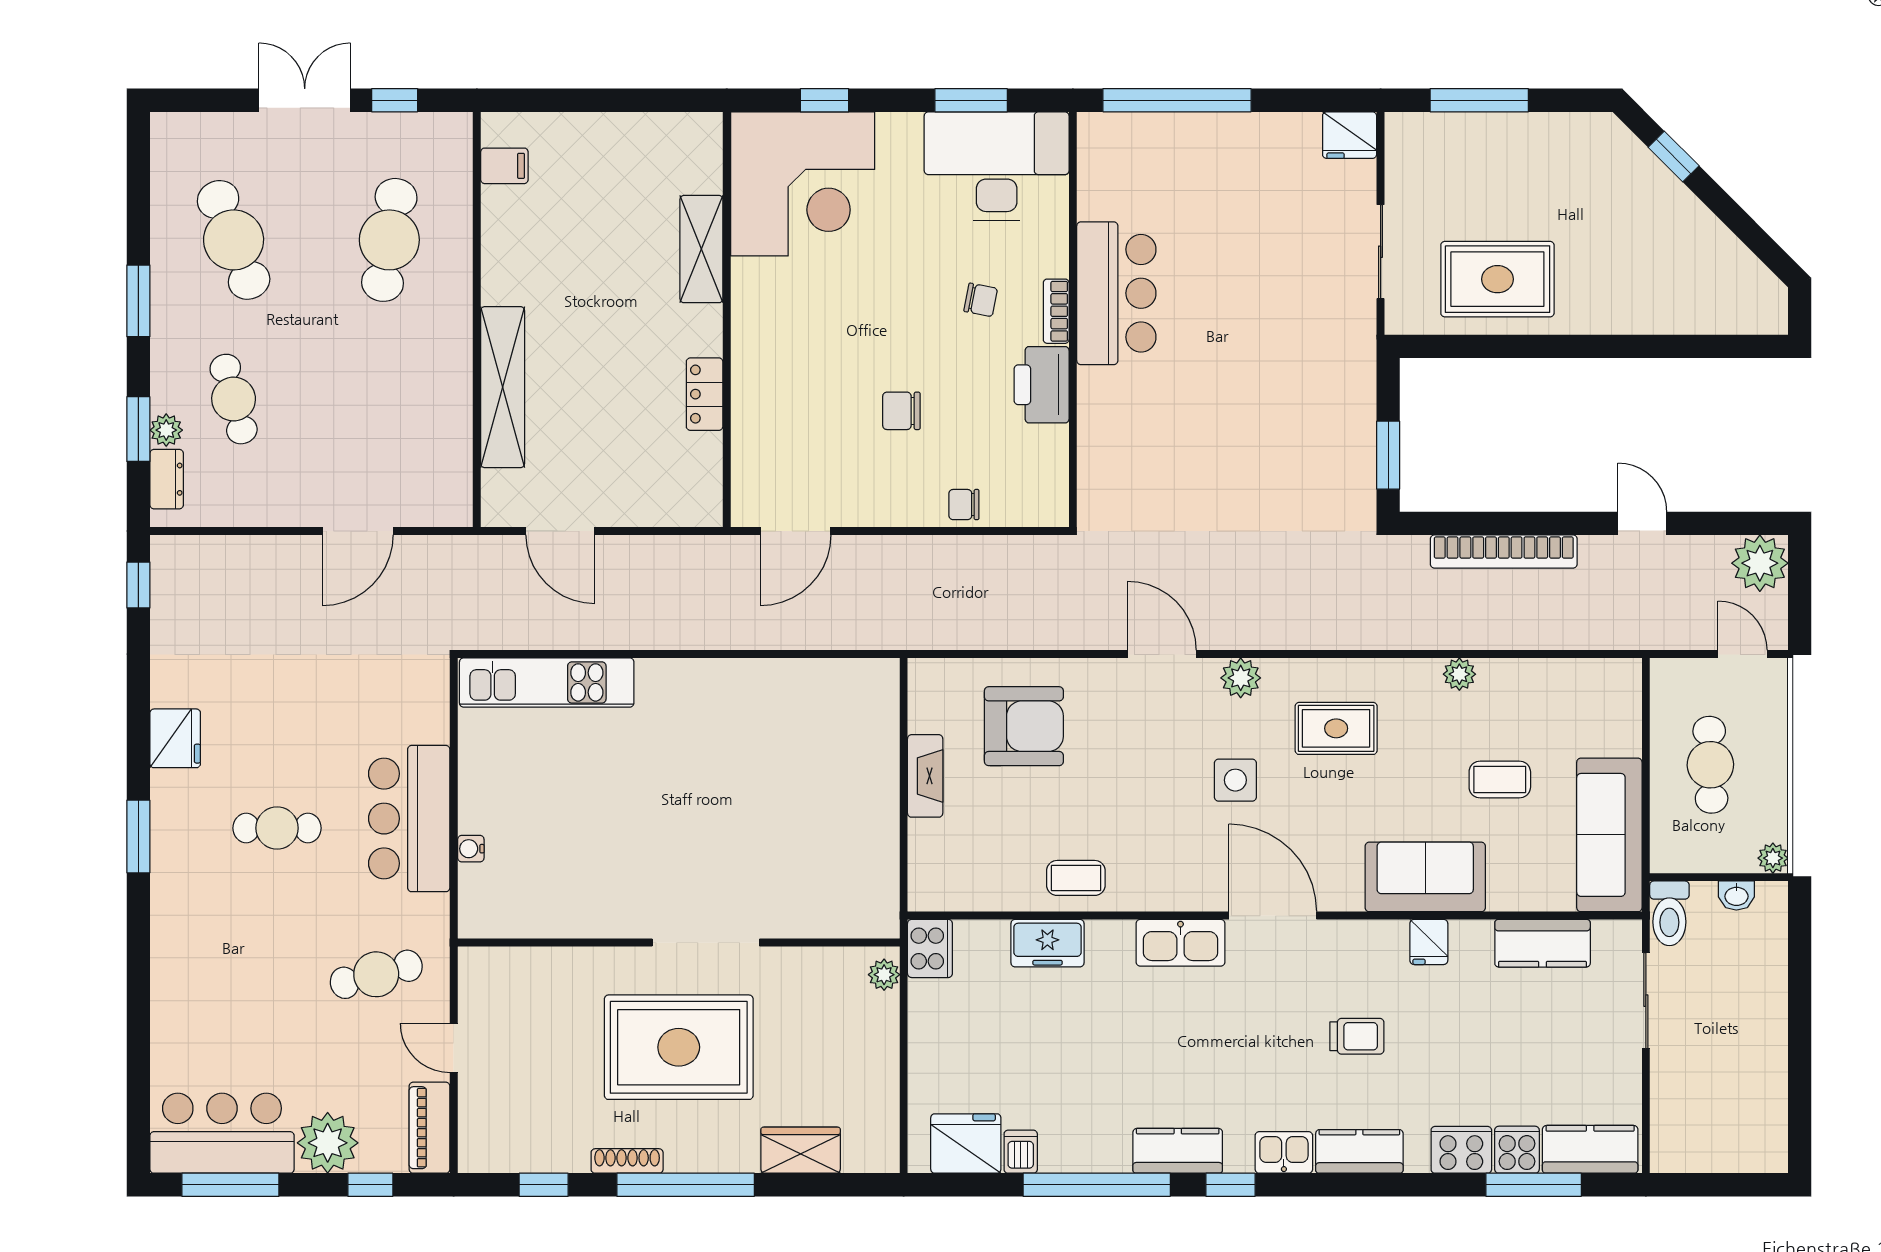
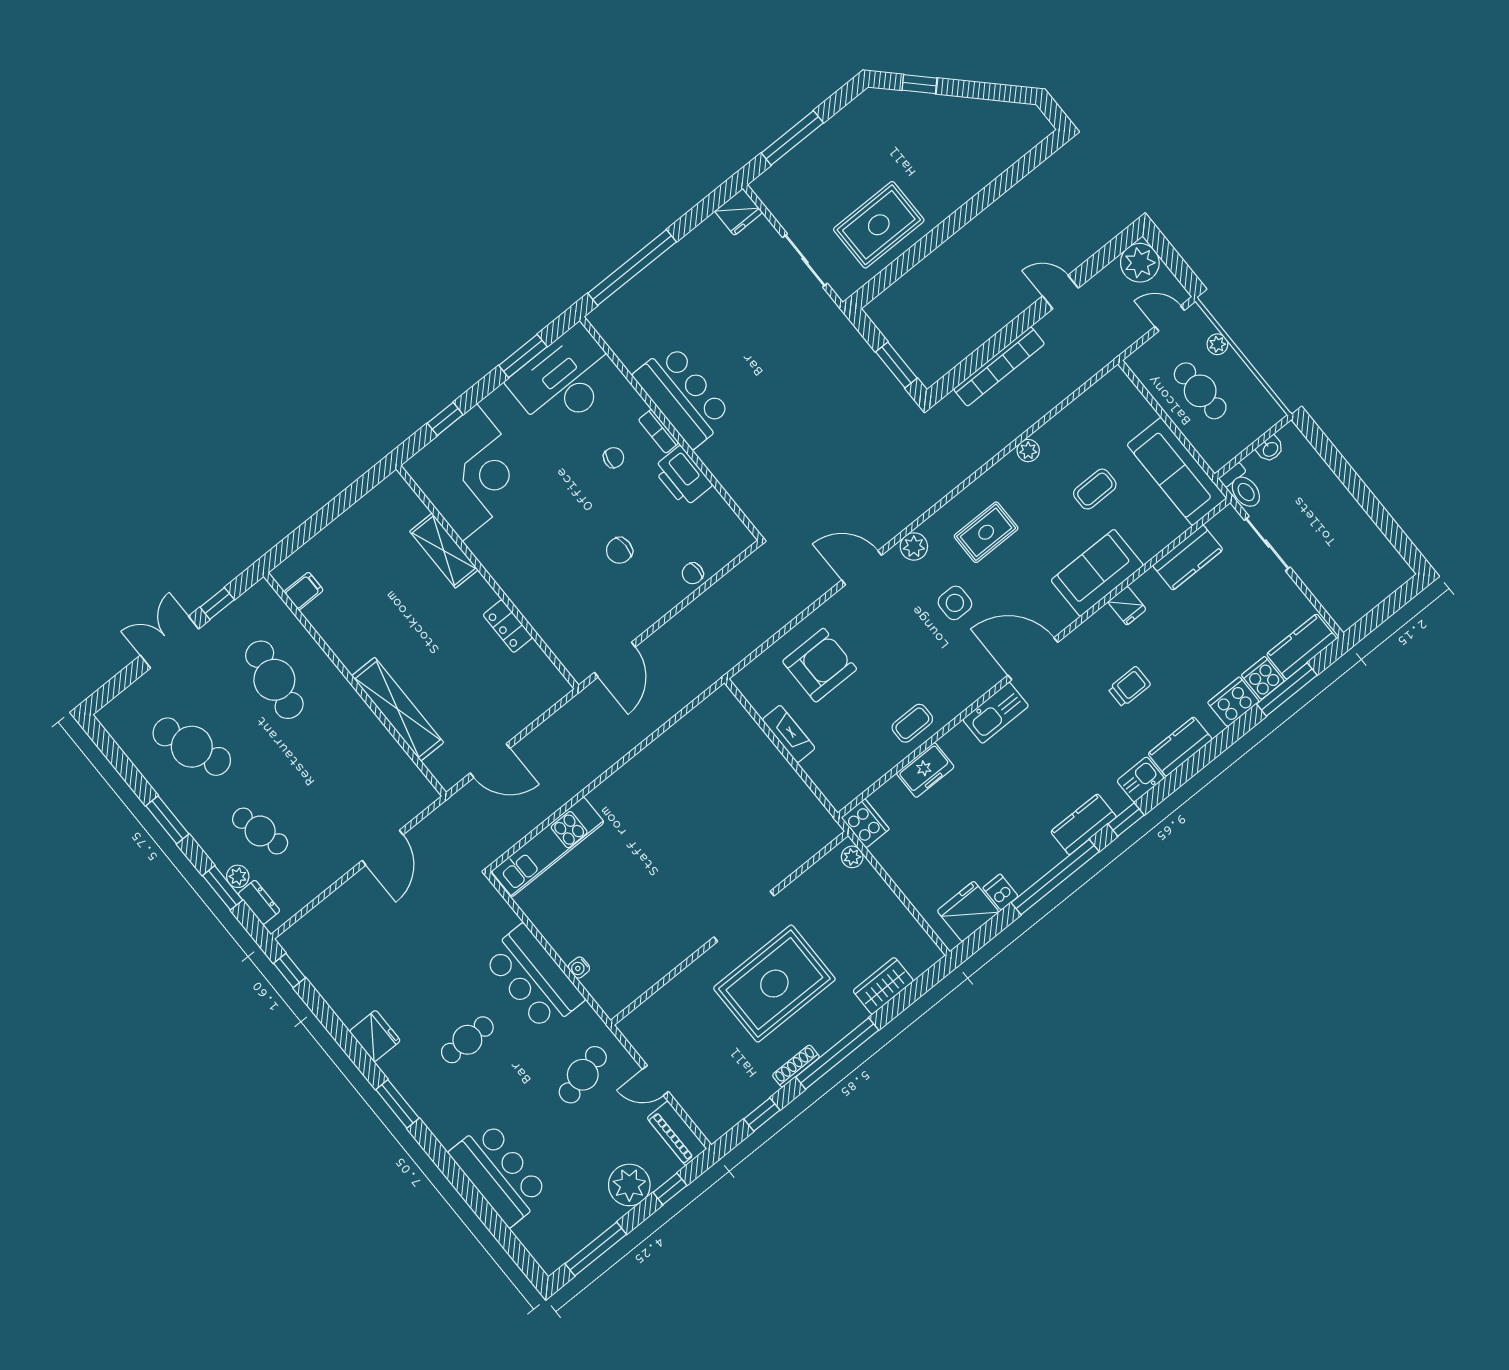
plant: (1773, 858) -> (1217, 344), moved
bar counter: (222, 1133) -> (499, 1174), moved, turned 90

